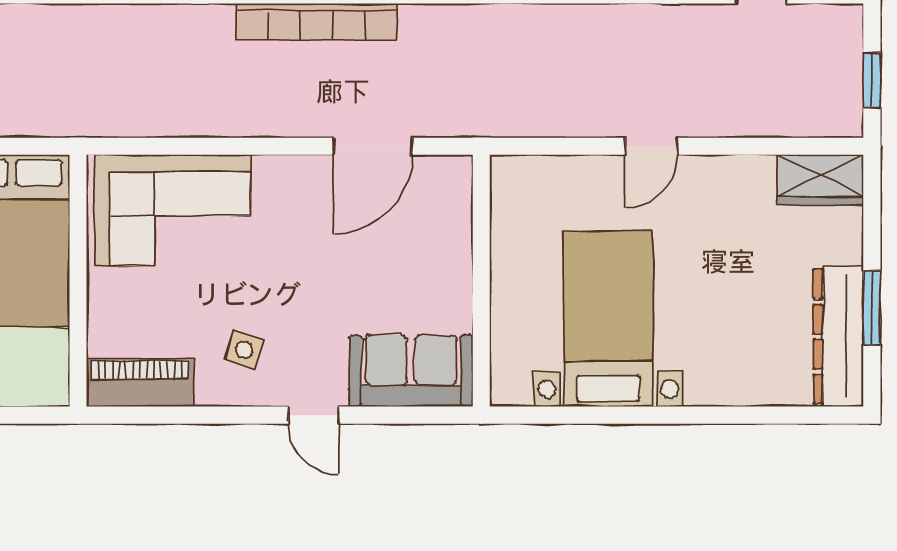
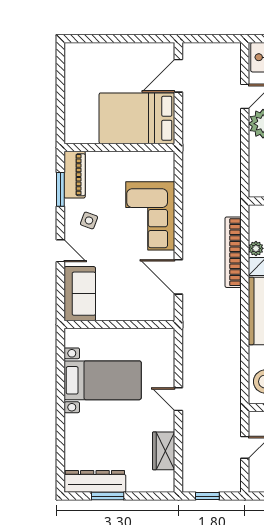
wardrobe: (820, 180) -> (164, 451), moved
corner sofa: (173, 210) -> (150, 216), moved
window: (174, 415) -> (60, 189), added
door: (313, 415) -> (60, 251), swing flipped

